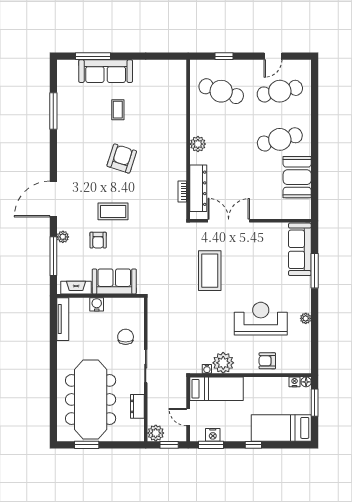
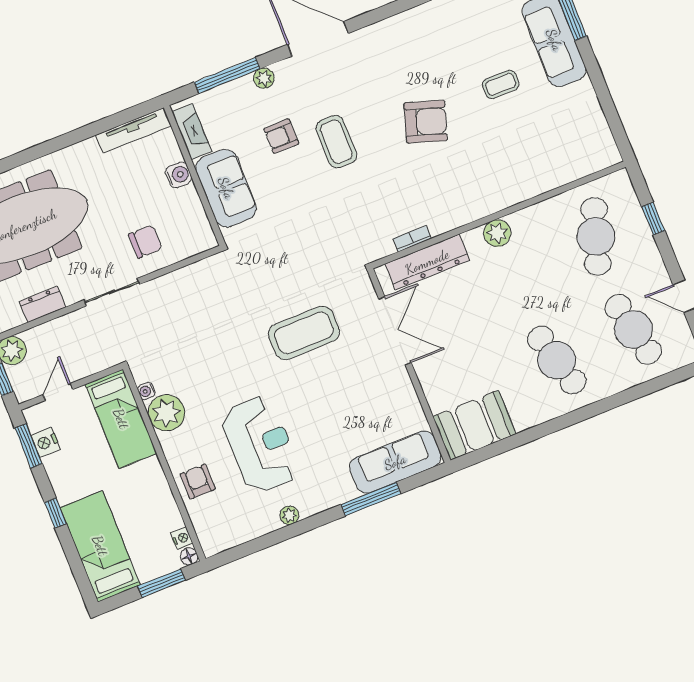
booth: (297, 177) -> (474, 425), moved

